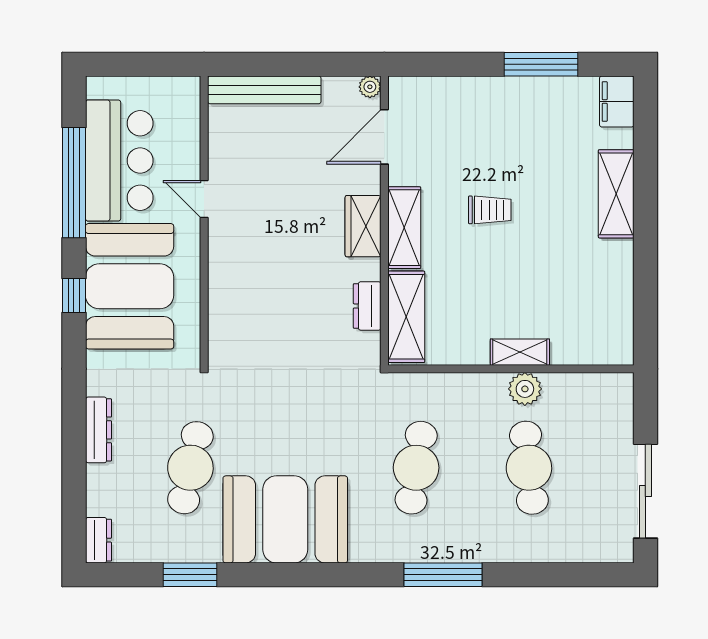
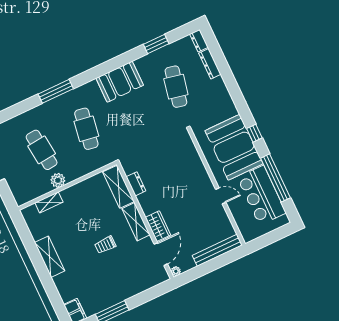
shelving: (616, 194) -> (50, 257), moved
wardrobe: (363, 226) -> (158, 226), moved
shelving: (520, 352) -> (49, 202), moved
dresser: (98, 430) -> (210, 64), moved
booth: (285, 519) -> (120, 82), width x0.73, depth x0.70

